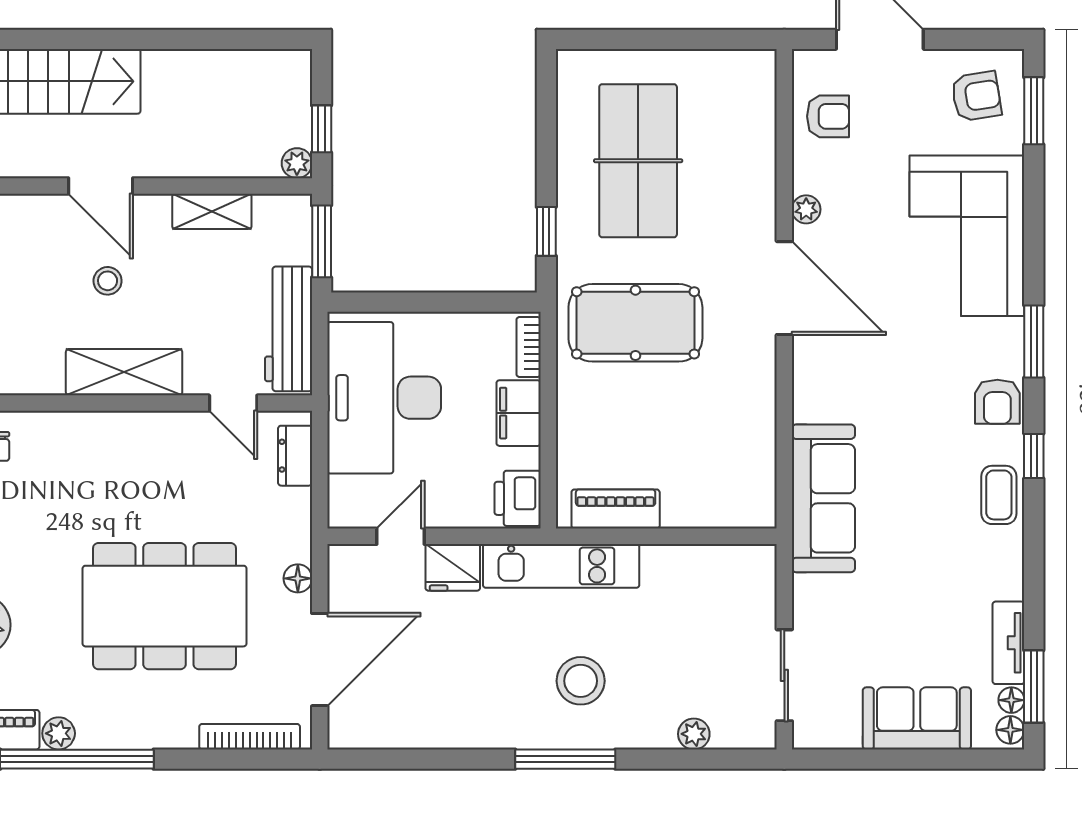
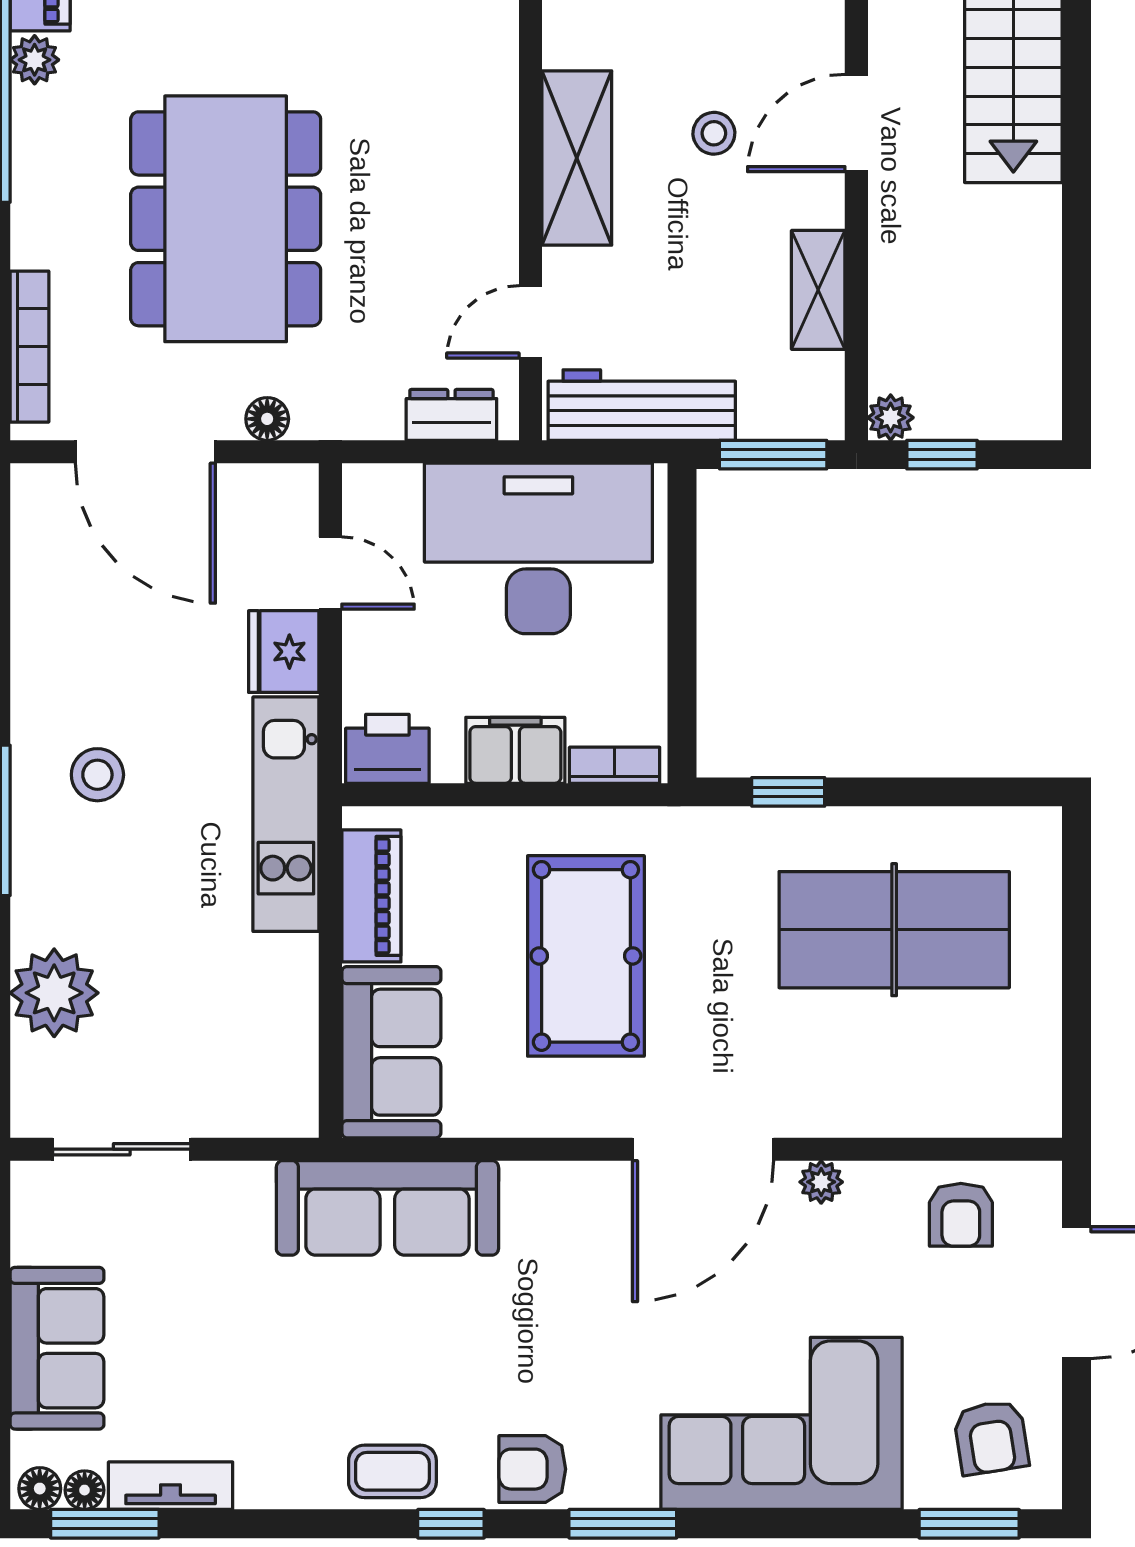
pool table: (635, 323) -> (586, 956), moved
sofa: (720, 496) -> (391, 1052), added
stool: (581, 681) -> (97, 775), moved, width x0.73, depth x0.73
plant: (694, 734) -> (54, 993), width x1.87, depth x1.87

